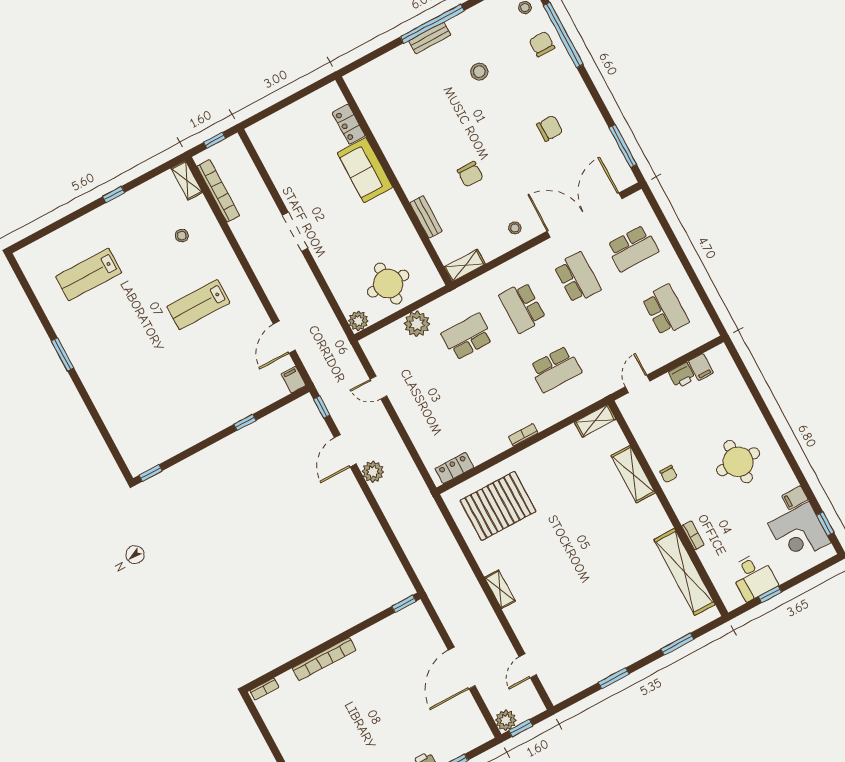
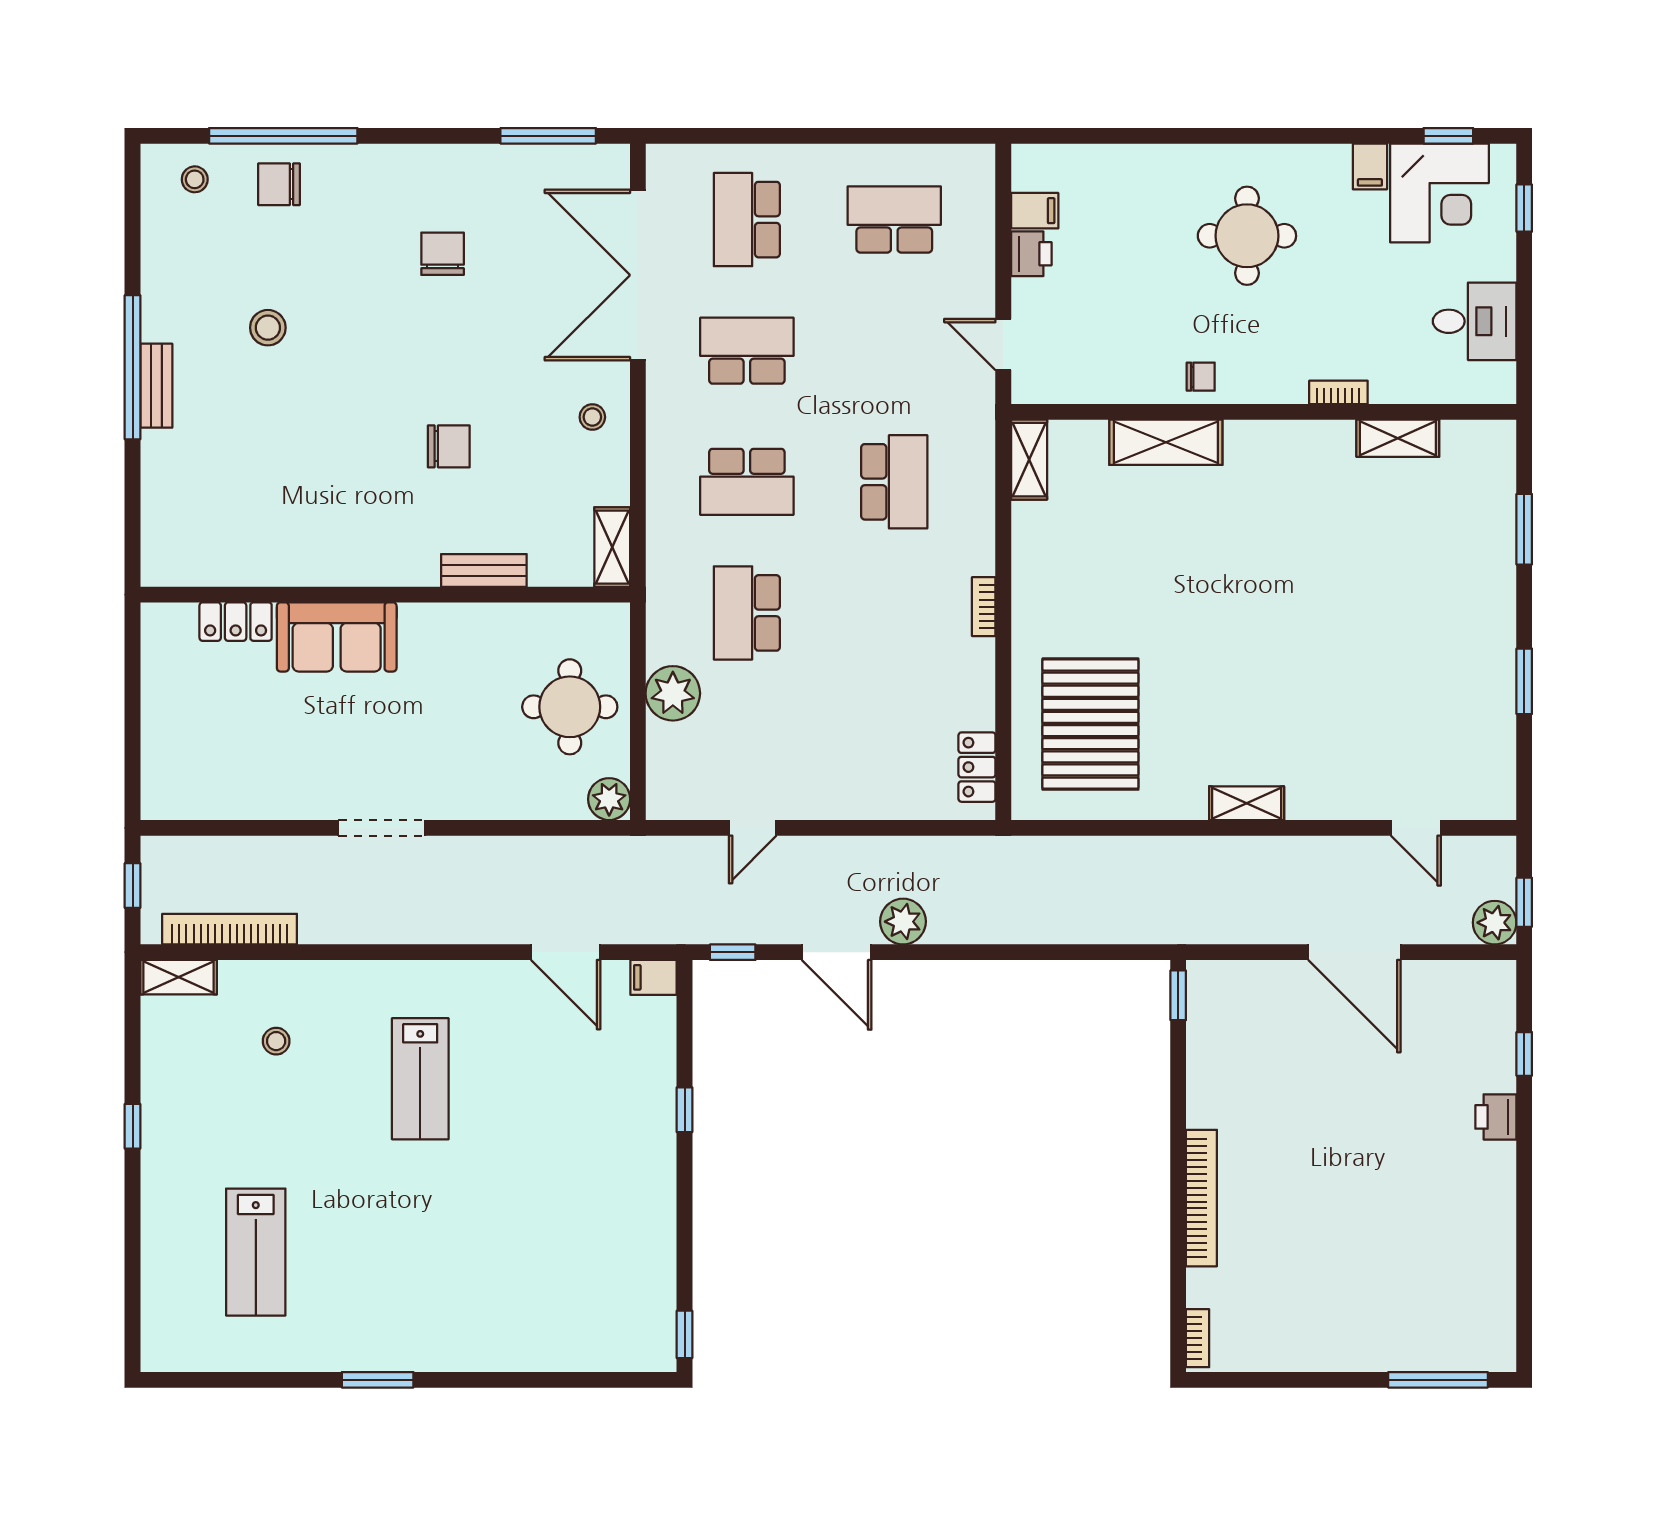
school desk: (632, 248) -> (747, 220), turned 180
shelving: (684, 572) -> (1398, 438), width x0.45, depth x0.75
window: (770, 594) -> (1524, 208), moved

